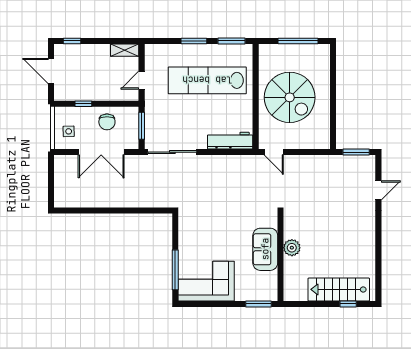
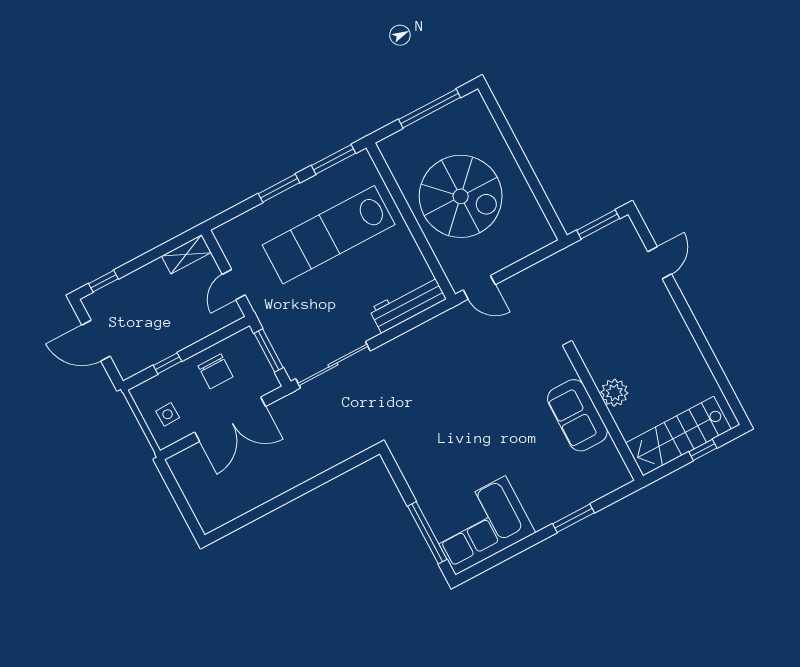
plant: (292, 248) -> (614, 393), moved
sofa: (265, 249) -> (577, 415), moved
wall: (280, 257) -> (605, 415), moved

